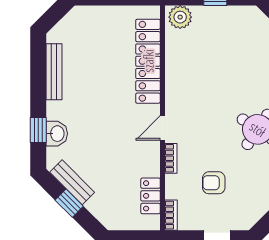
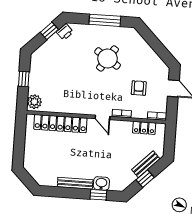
bench: (54, 72) -> (75, 183), moved
bench: (72, 182) -> (146, 164), moved
armchair: (214, 183) -> (139, 88), turned 180

